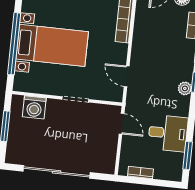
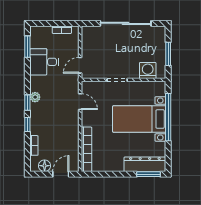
door: (122, 124) -> (80, 65), hinge flipped

